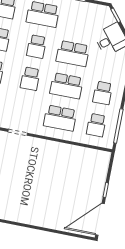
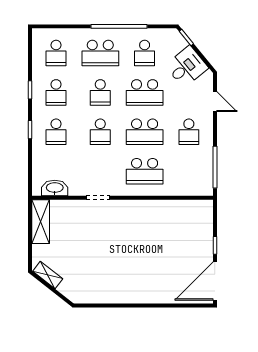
school desk: (96, 125) -> (145, 53), moved

